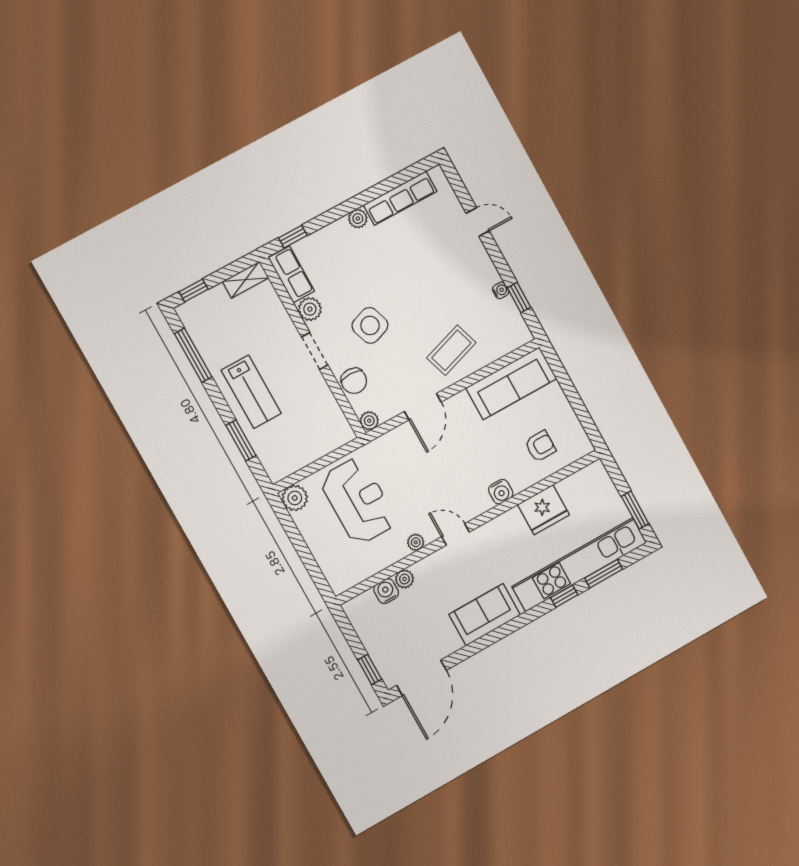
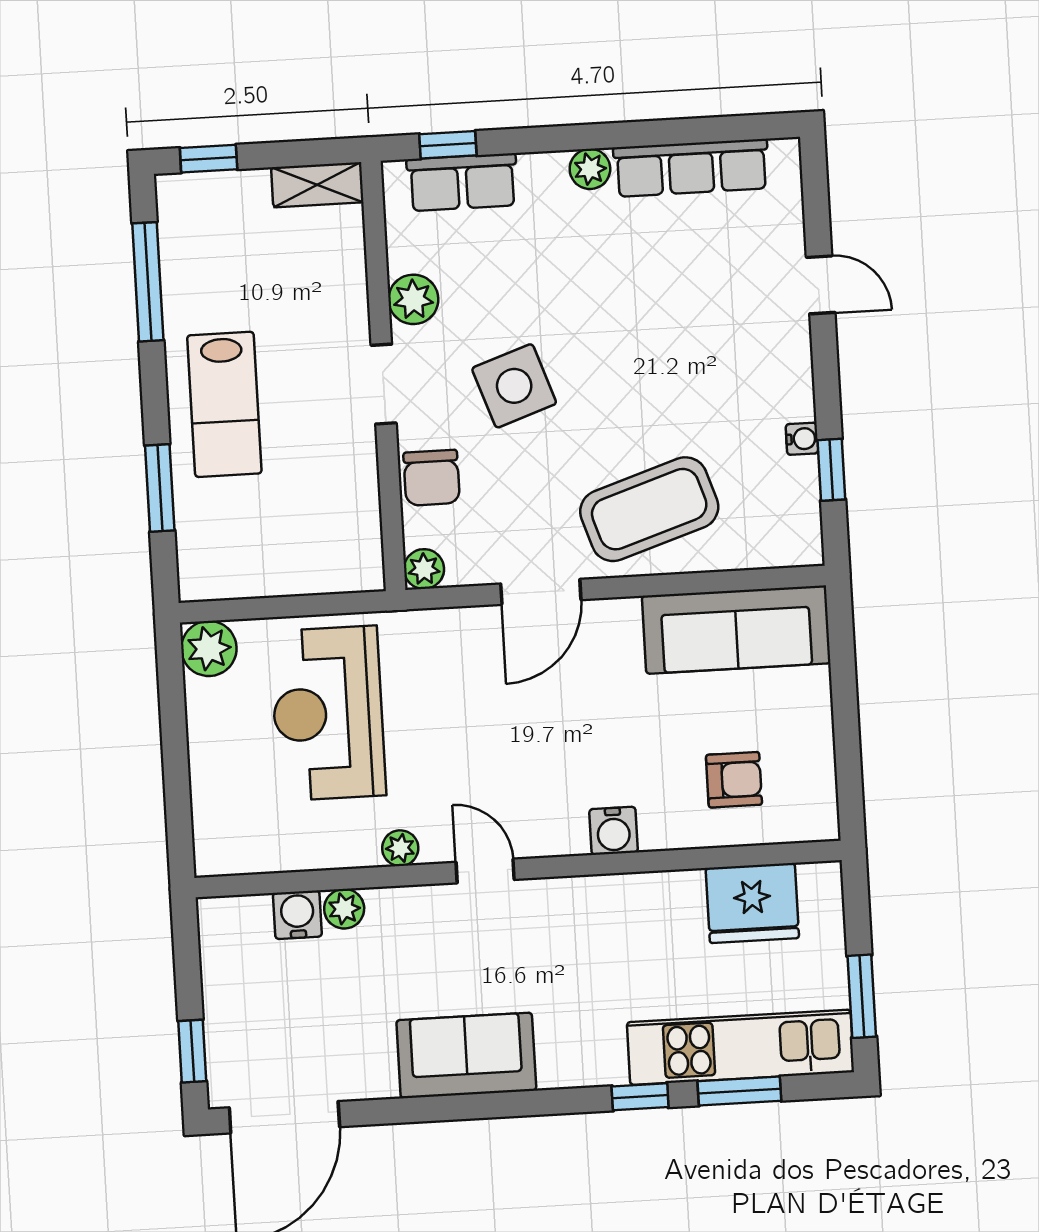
row of seats: (291, 274) -> (462, 182), moved, turned 90
coffee table: (451, 350) -> (649, 509), width x1.36, depth x1.32
reception desk: (358, 501) -> (328, 713), turned 180
fridge: (544, 510) -> (752, 903), moved
kitchen unit: (579, 565) -> (740, 1047), width x0.73

